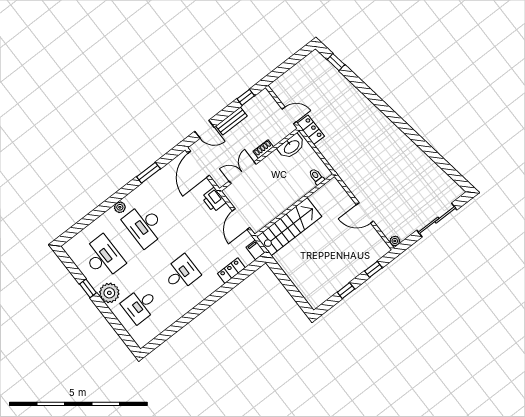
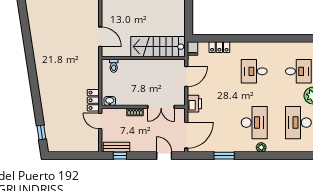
bench: (232, 121) -> (117, 147), moved
washbasin: (291, 147) -> (110, 101), width x0.52, depth x0.69
door: (365, 213) -> (100, 37), moved

